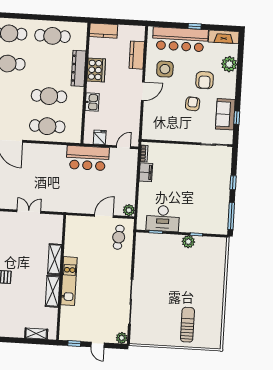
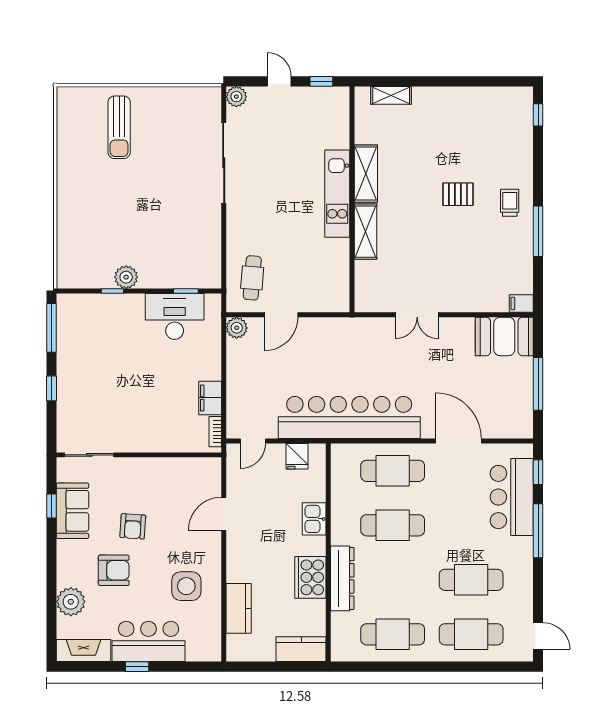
bar counter: (180, 39) -> (148, 641), width x0.73
armchair: (205, 80) -> (114, 570), turned 90
door: (143, 91) -> (224, 514), moved
bar counter: (88, 158) -> (349, 418), width x1.86

